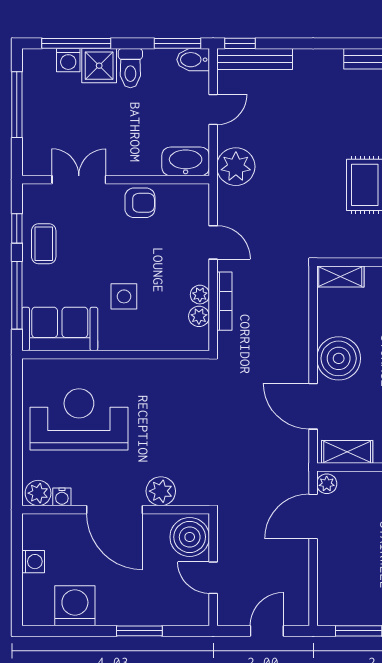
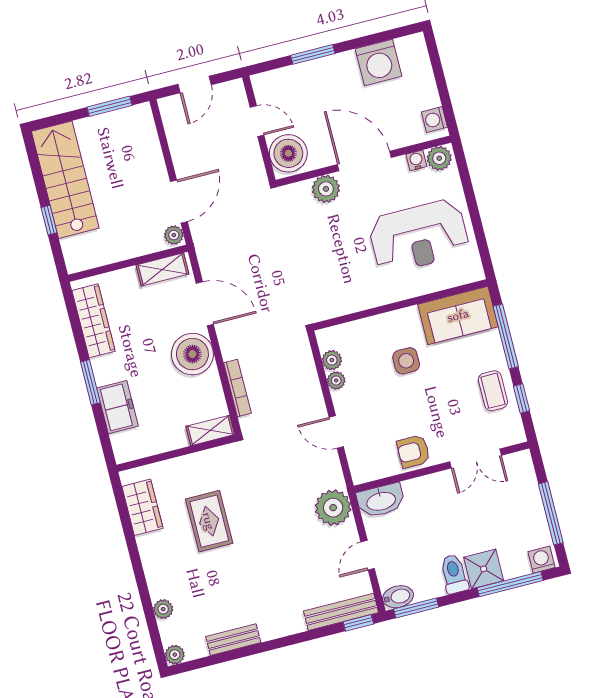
washing machine: (68, 60) -> (541, 560), moved
bookcase: (224, 301) -> (237, 388), moved, turned 180
washing machine: (33, 562) -> (434, 120), moved

